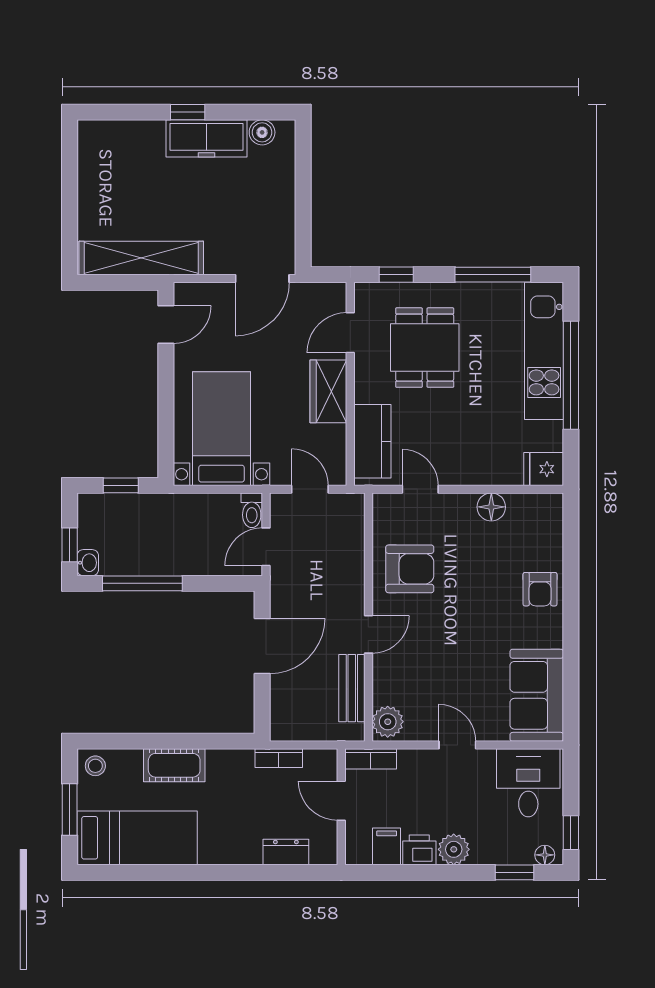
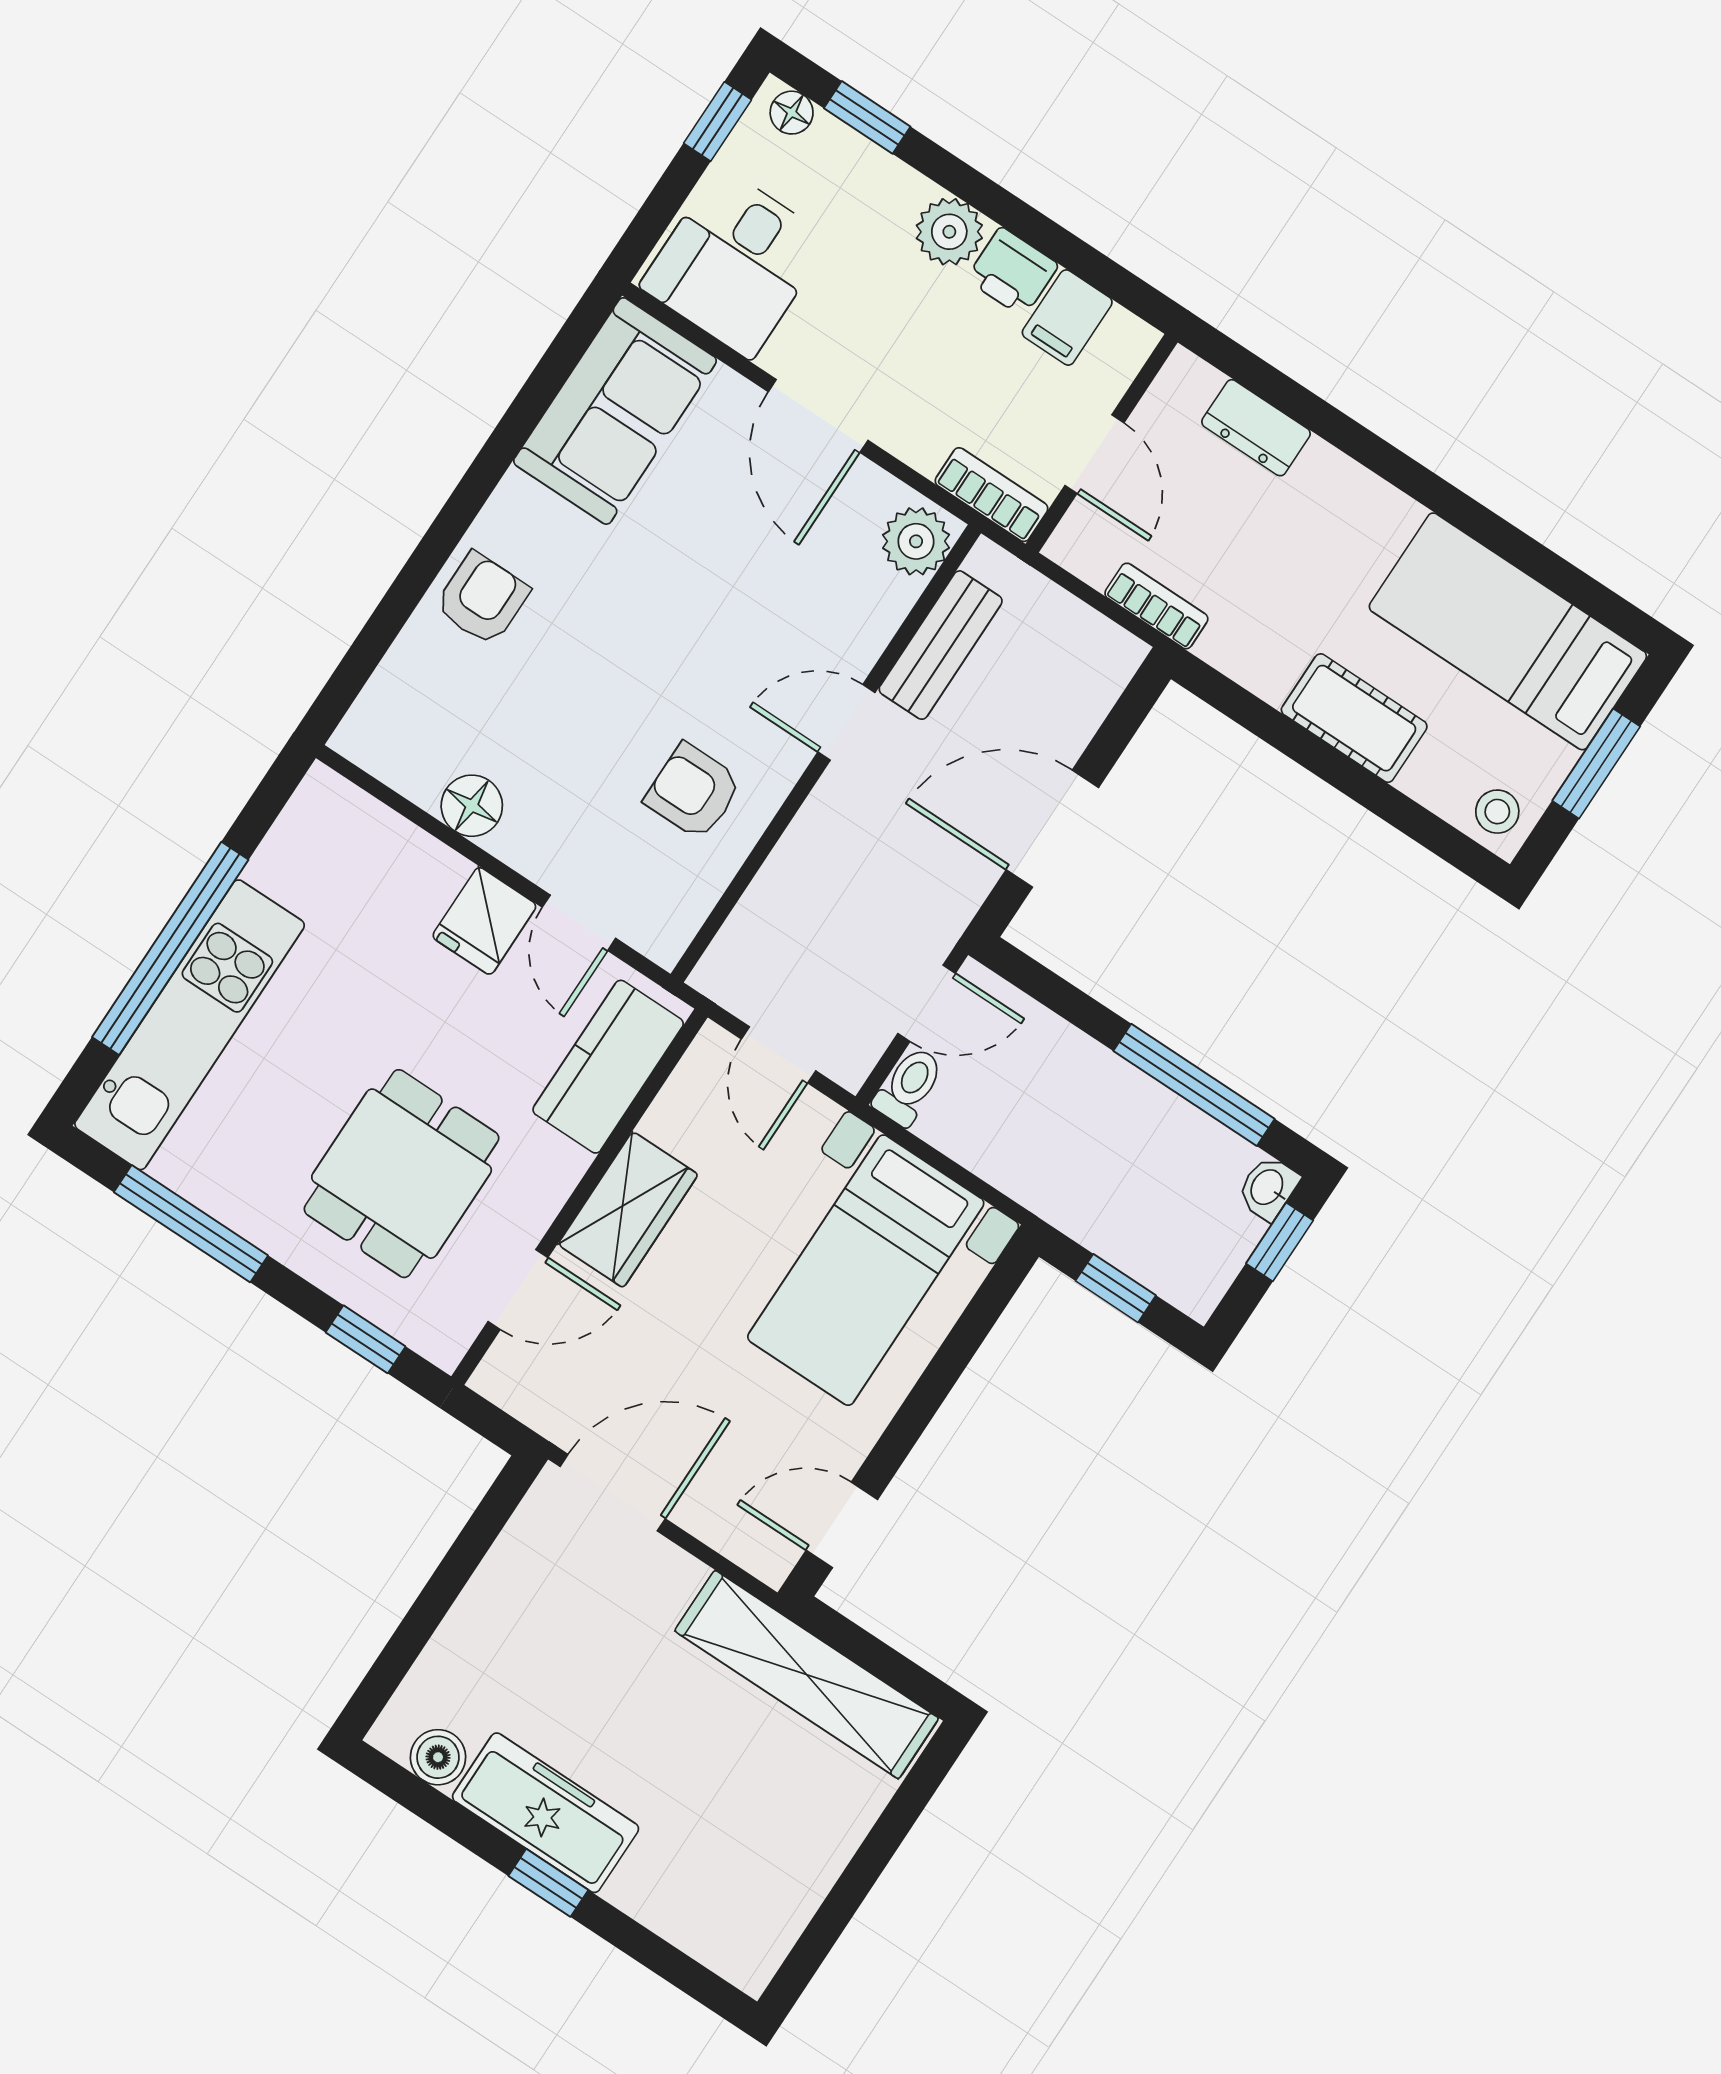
fridge: (544, 469) -> (484, 921), moved, turned 90
armchair: (410, 569) -> (693, 791), width x0.72, depth x0.72
door: (457, 745) -> (818, 416), width x1.38

